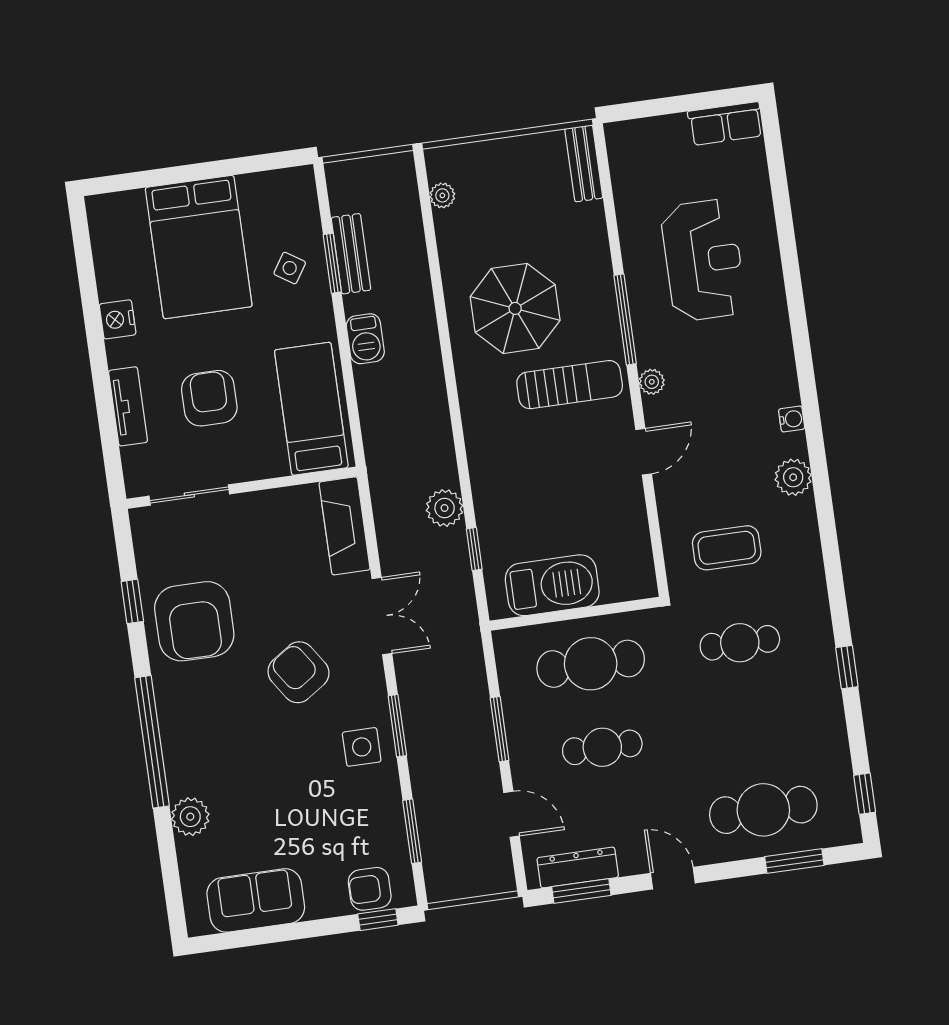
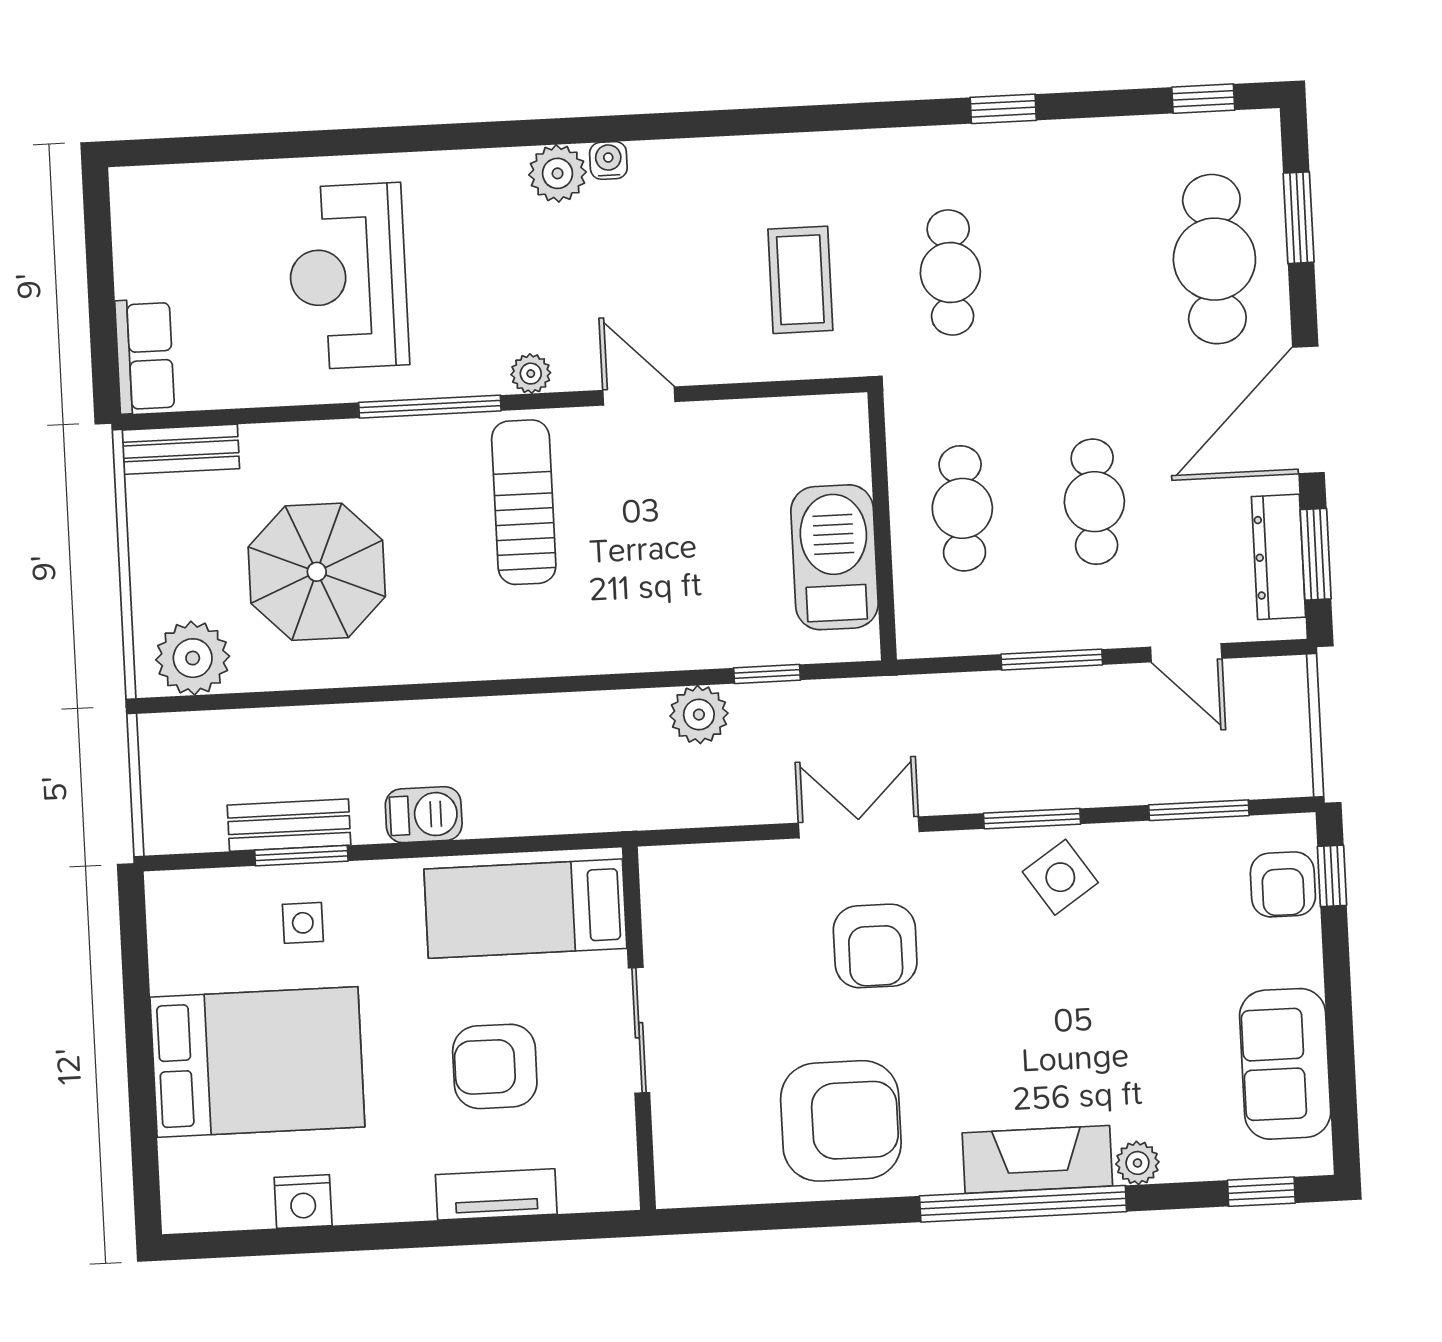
row of seats: (725, 124) -> (145, 356), moved
plant: (442, 195) -> (193, 658), width x1.87, depth x1.87
reception desk: (703, 260) -> (348, 276), turned -90
side table: (290, 268) -> (303, 923), turned -33
parasol: (515, 308) -> (317, 572), moved
nightstand: (118, 319) -> (303, 1201), moved
plant: (793, 477) -> (558, 173), moved
sliding door: (189, 495) -> (639, 1030), moved
fireplace: (345, 526) -> (1037, 1159), moved, turned 180
window: (132, 601) -> (1261, 1192), moved
cafe table: (591, 664) -> (962, 508), width x0.73, depth x0.74
armchair: (298, 672) -> (875, 946), moved, turned -56
side table: (362, 747) -> (1060, 877), turned -34
door: (511, 814) -> (1186, 653), swing flipped
plant: (190, 817) -> (1137, 1163), width x0.73, depth x0.73
door: (673, 878) -> (1308, 410), width x1.88

